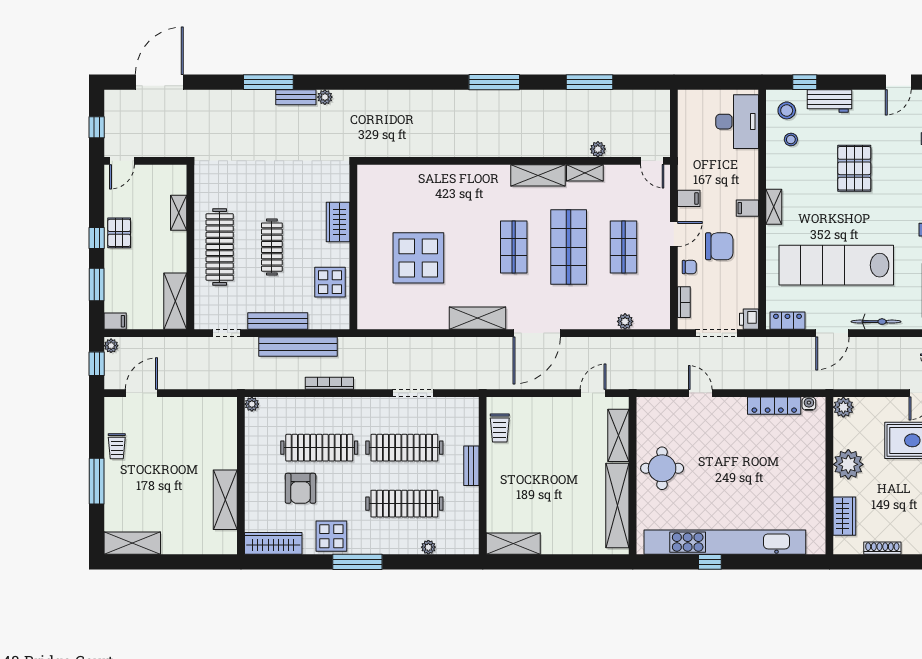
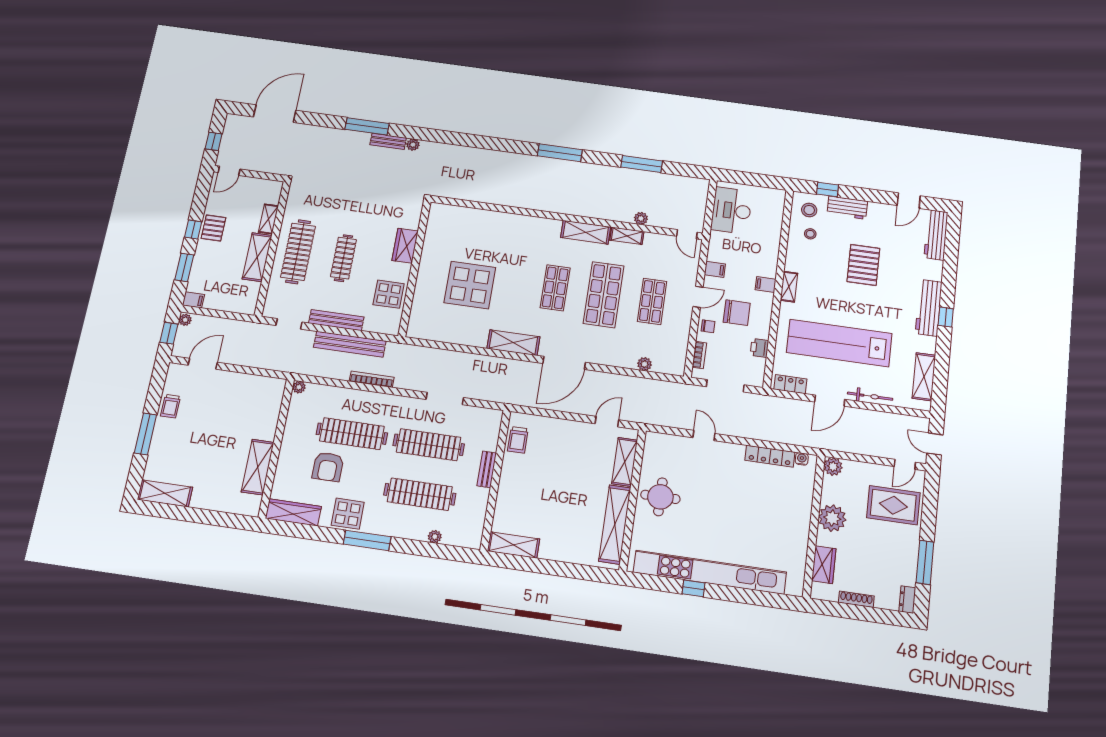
desk: (737, 122) -> (731, 210), moved, turned 180
shelving: (175, 301) -> (257, 257), moved
printer: (749, 319) -> (759, 348), moved

